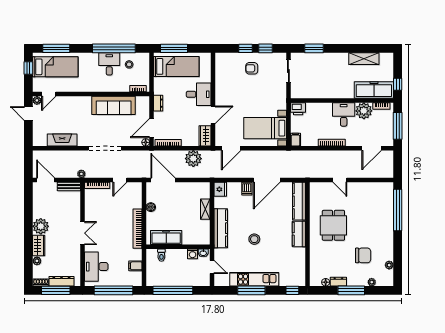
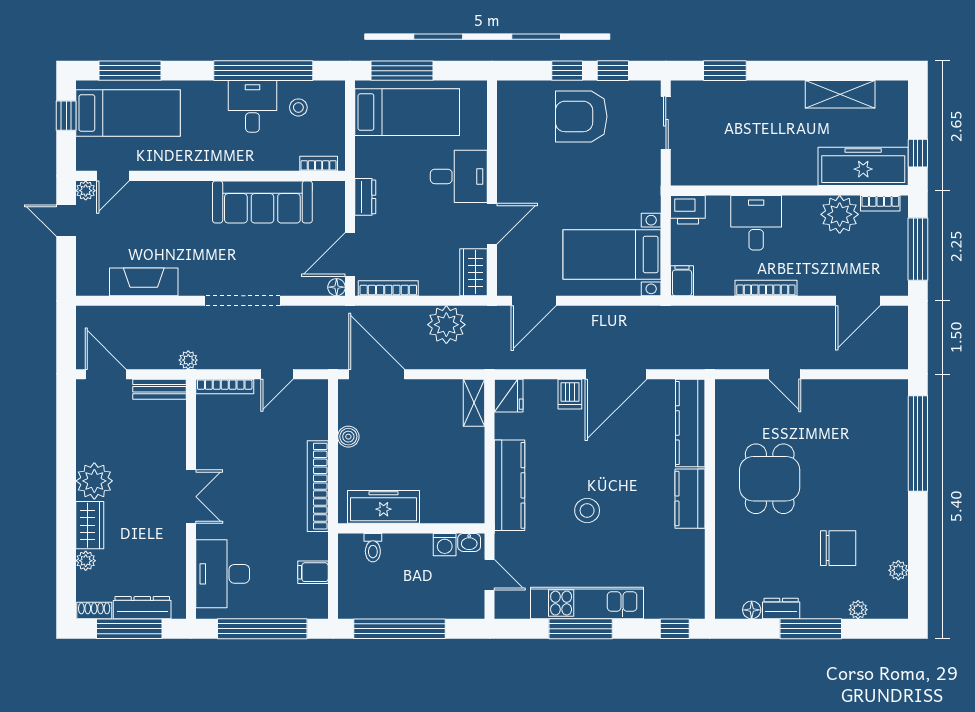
armchair: (252, 68) -> (581, 116), width x1.88, depth x1.88
desk: (344, 114) -> (756, 223), moved
shelving: (205, 209) -> (474, 403), moved

